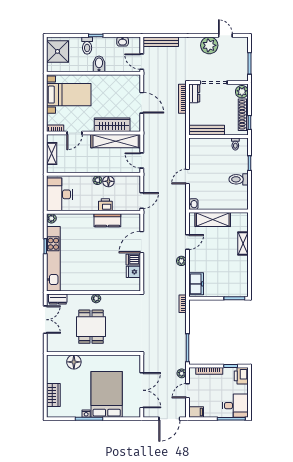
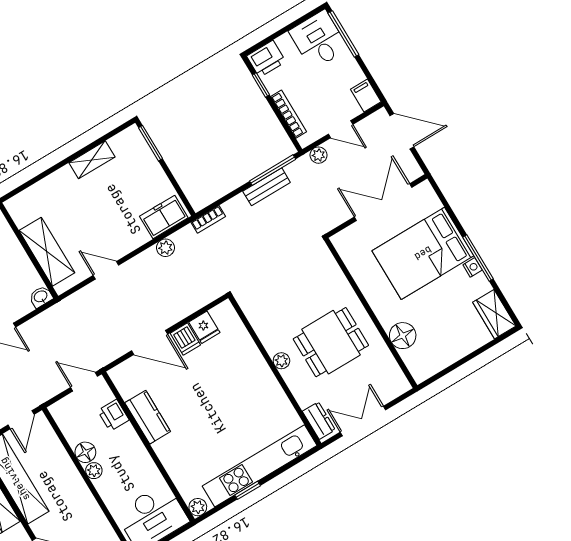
printer: (105, 205) -> (113, 415), moved
shelving: (243, 244) -> (92, 160), moved
plant: (181, 261) -> (165, 248), moved
bench: (181, 340) -> (267, 187), added
wardrobe: (53, 395) -> (494, 314), moved, turned -90

